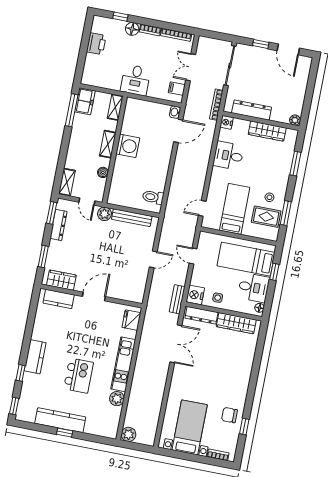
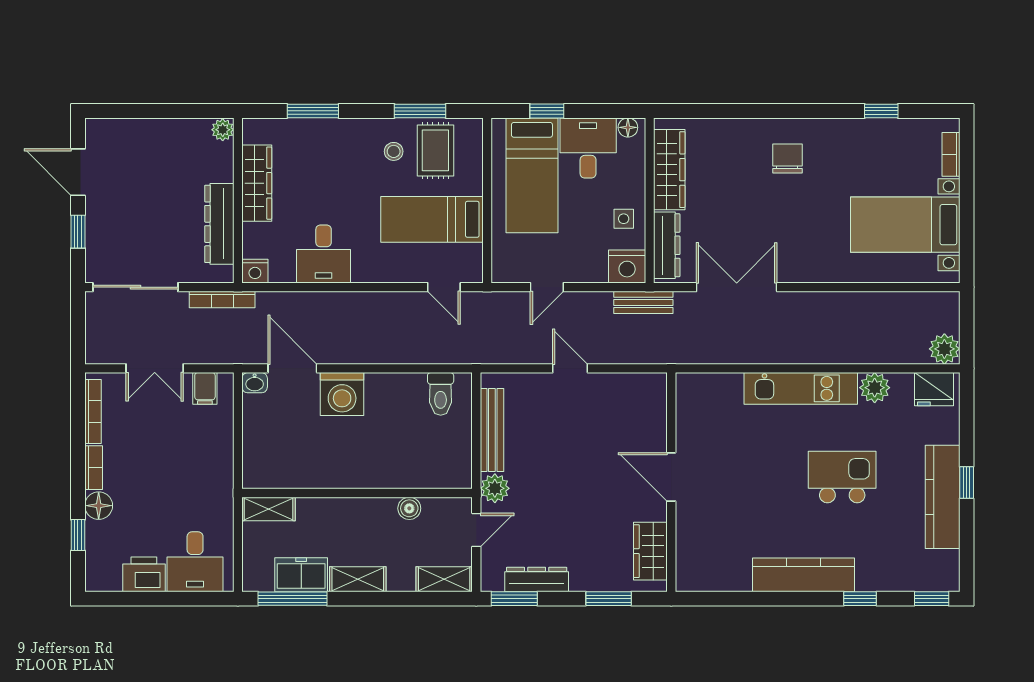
door: (288, 49) -> (78, 172), swing flipped
desk: (136, 80) -> (195, 562), moved, turned 90
freezer: (85, 101) -> (301, 575), moved
shelving: (108, 144) -> (358, 579), moved
washing machine: (128, 146) -> (342, 394), moved, turned 180
kitchen counter: (59, 299) -> (691, 549), removed
fridge: (131, 320) -> (934, 389), moved
kitchen counter: (35, 357) -> (803, 575), width x1.50
chair: (229, 415) -> (787, 158), moved, turned 180

